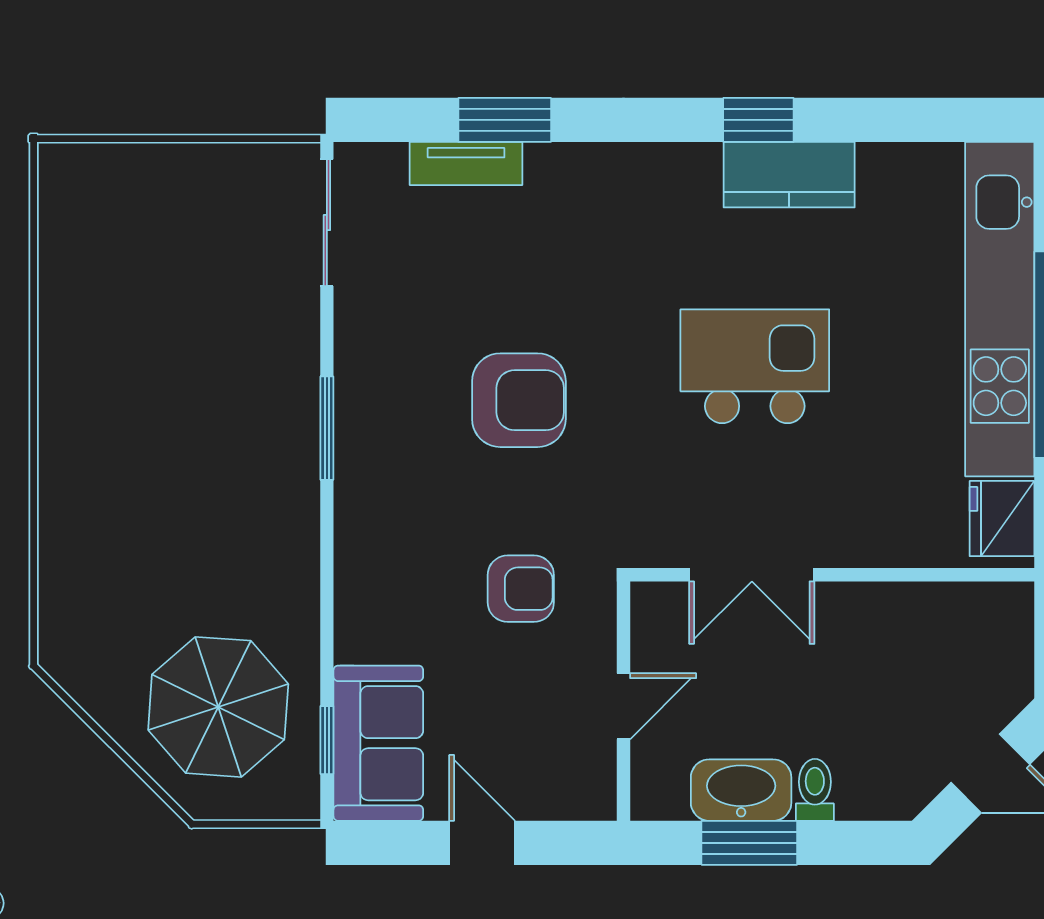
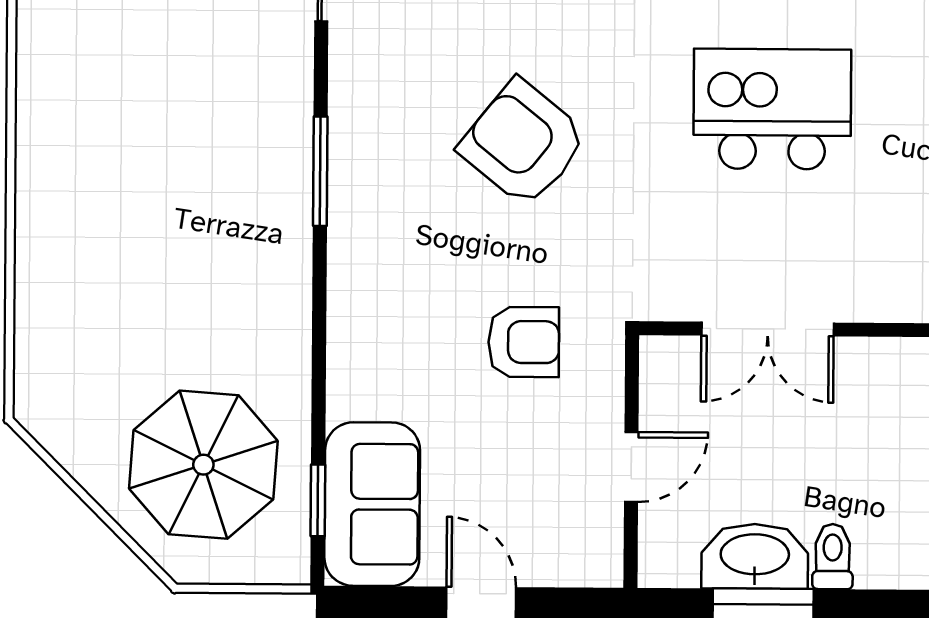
armchair: (519, 400) -> (523, 143), turned -141

